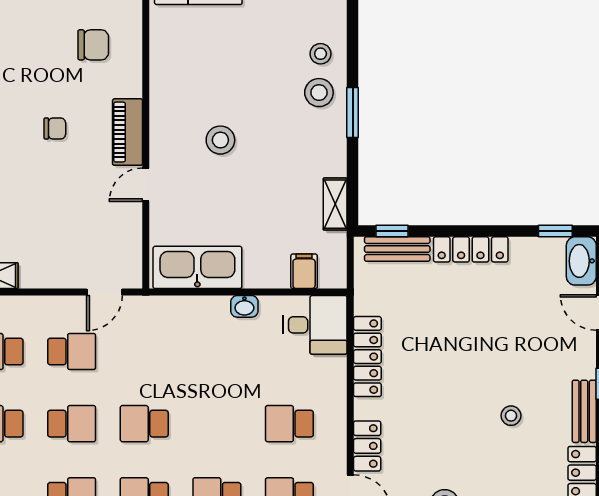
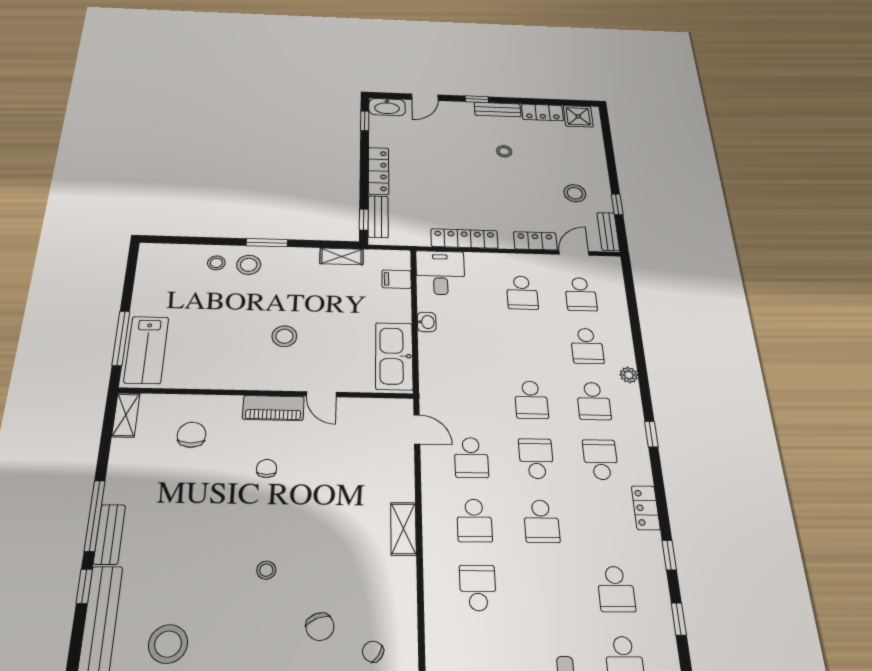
school desk: (72, 351) -> (471, 457), turned 180

